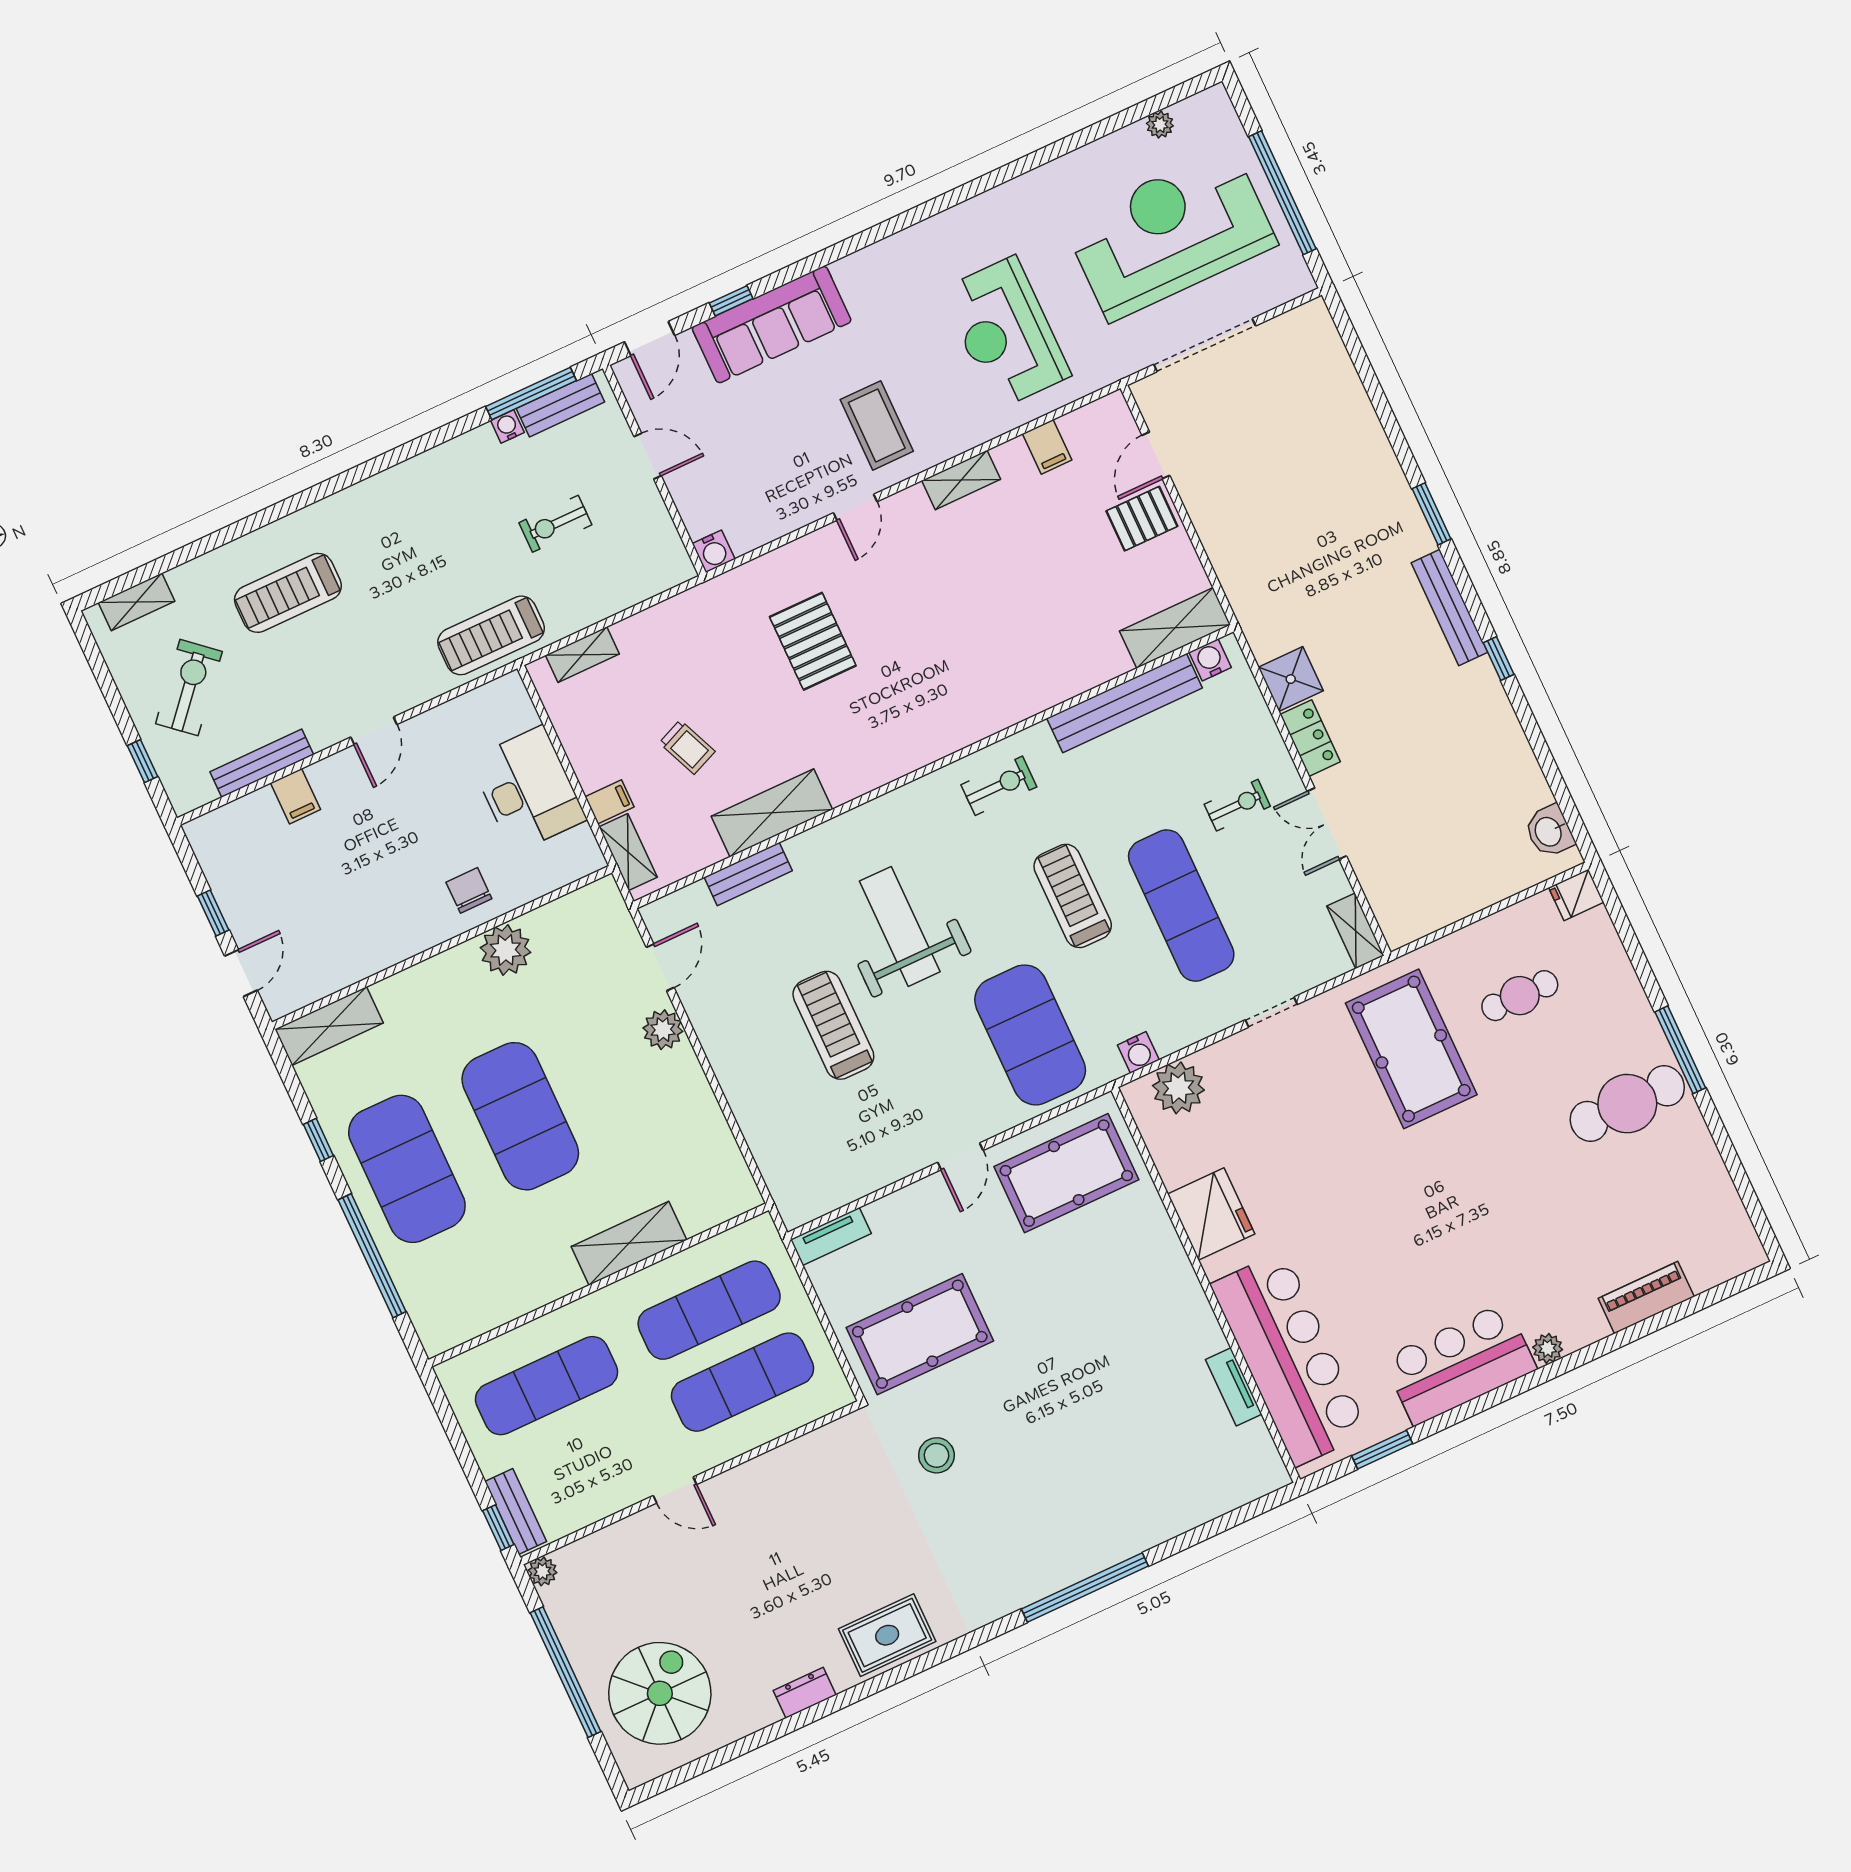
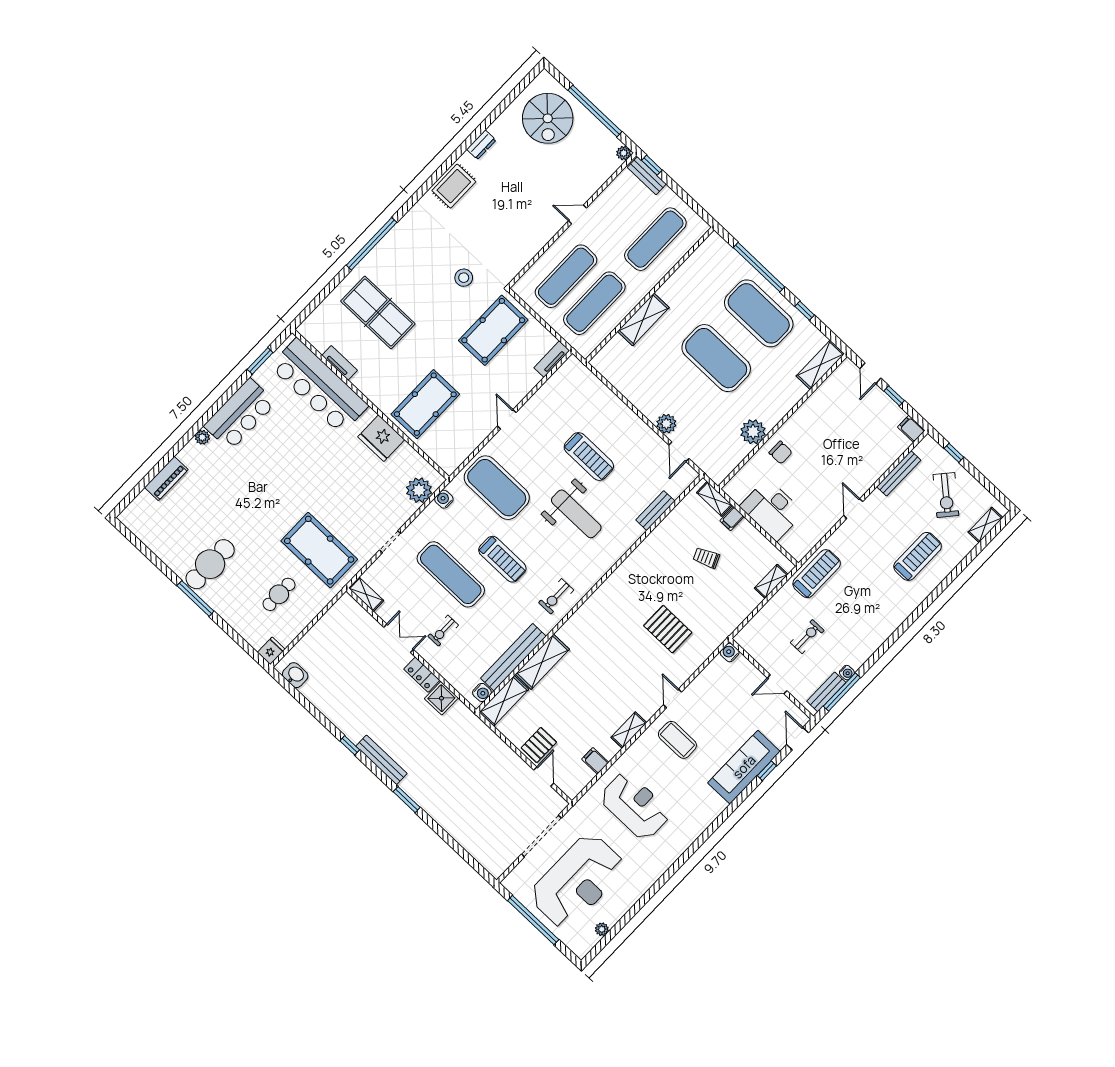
filing cabinet: (295, 796) -> (911, 429), moved
shelving: (772, 813) -> (542, 662), moved
pool table: (1066, 1173) -> (425, 404), moved
table tennis table: (1124, 1453) -> (378, 312), added

